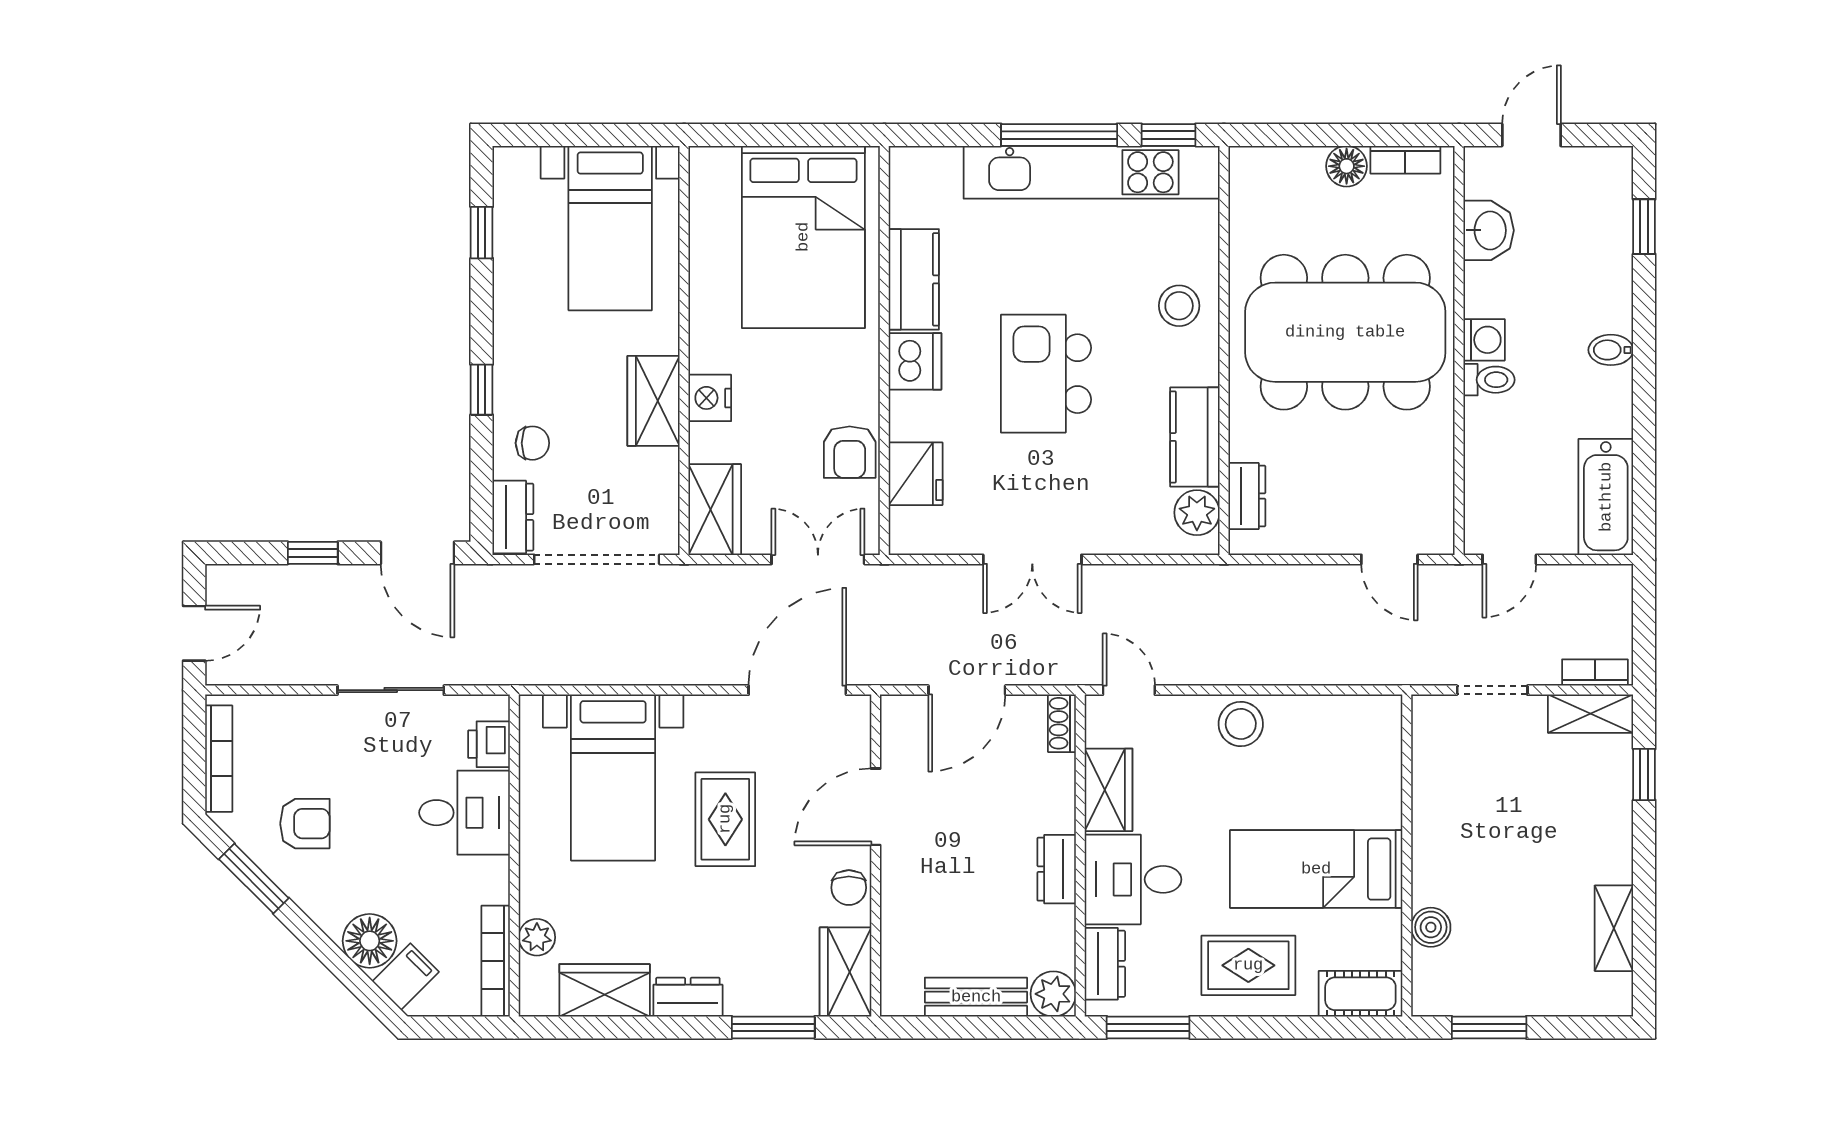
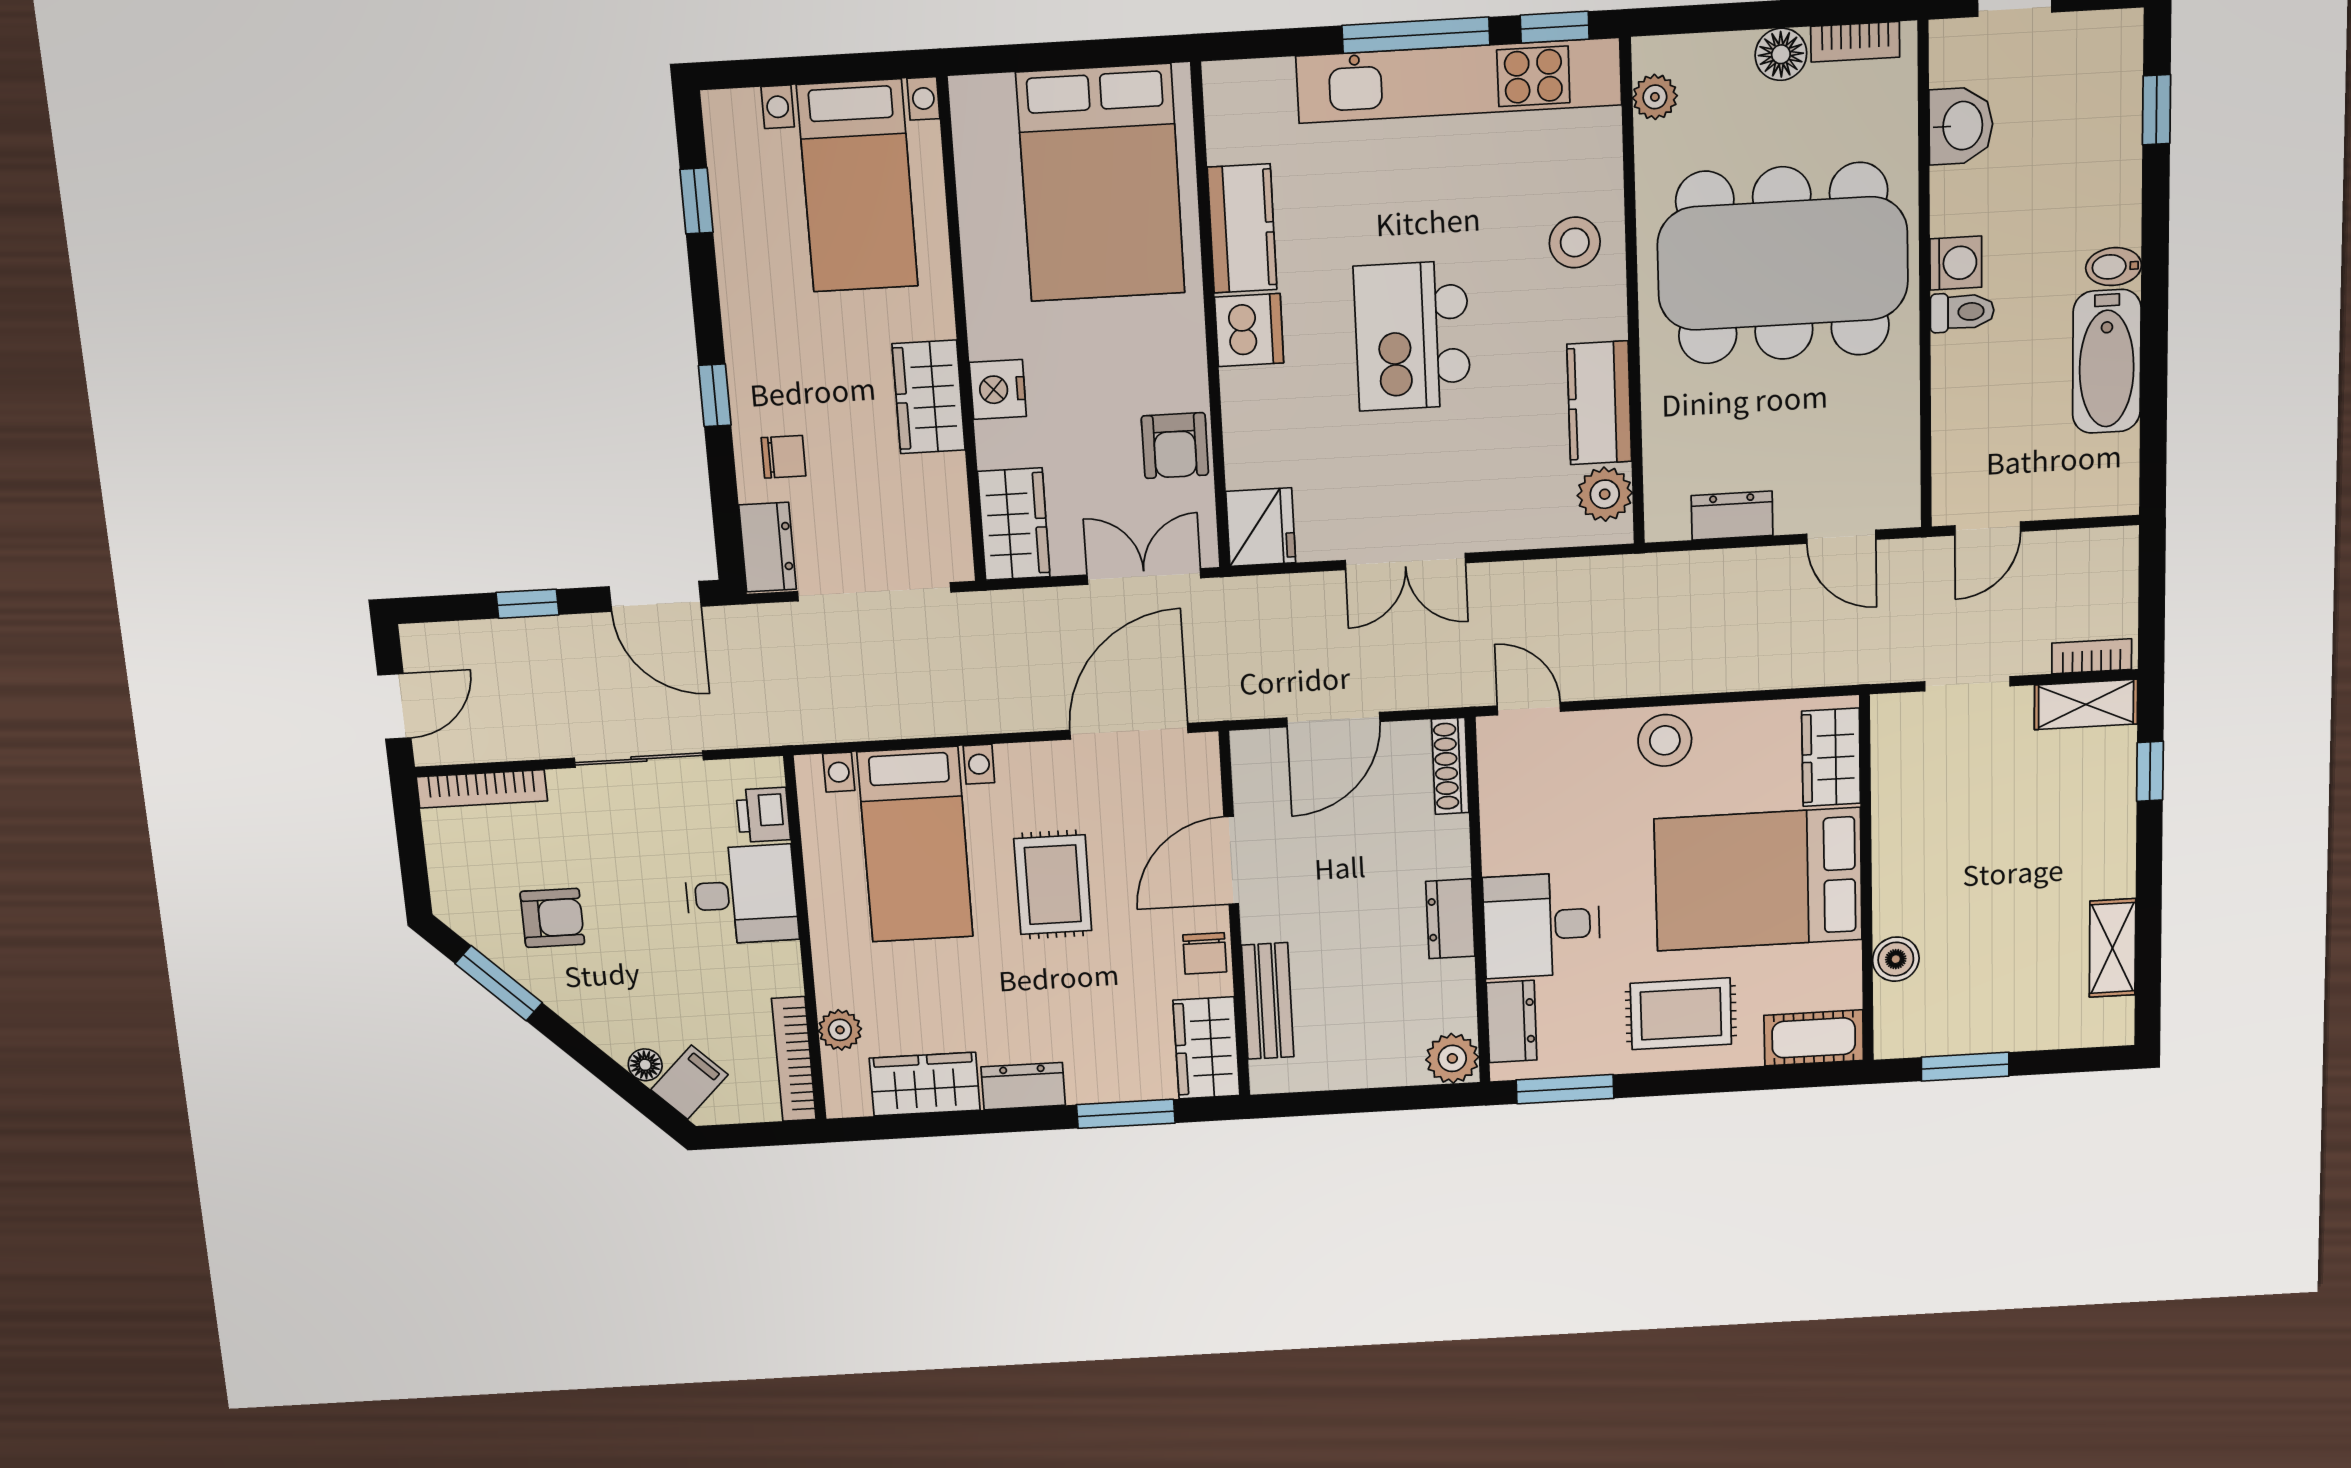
plant: (1246, 194) -> (1655, 97), added
fridge: (916, 474) -> (1261, 527), moved
dresser: (1247, 496) -> (1732, 516), moved, turned -90
bathtub: (1606, 497) -> (2107, 362), moved
shoe rack: (1062, 723) -> (1450, 766), width x1.43
bookcase: (219, 759) -> (482, 789), moved, turned 90
wardrobe: (1109, 790) -> (1831, 757), moved, turned 180
bed: (1316, 869) -> (1758, 879), width x1.50
floor lamp: (370, 941) -> (645, 1065), width x0.53, depth x0.53
bench: (976, 997) -> (1268, 1001), moved, turned 90

